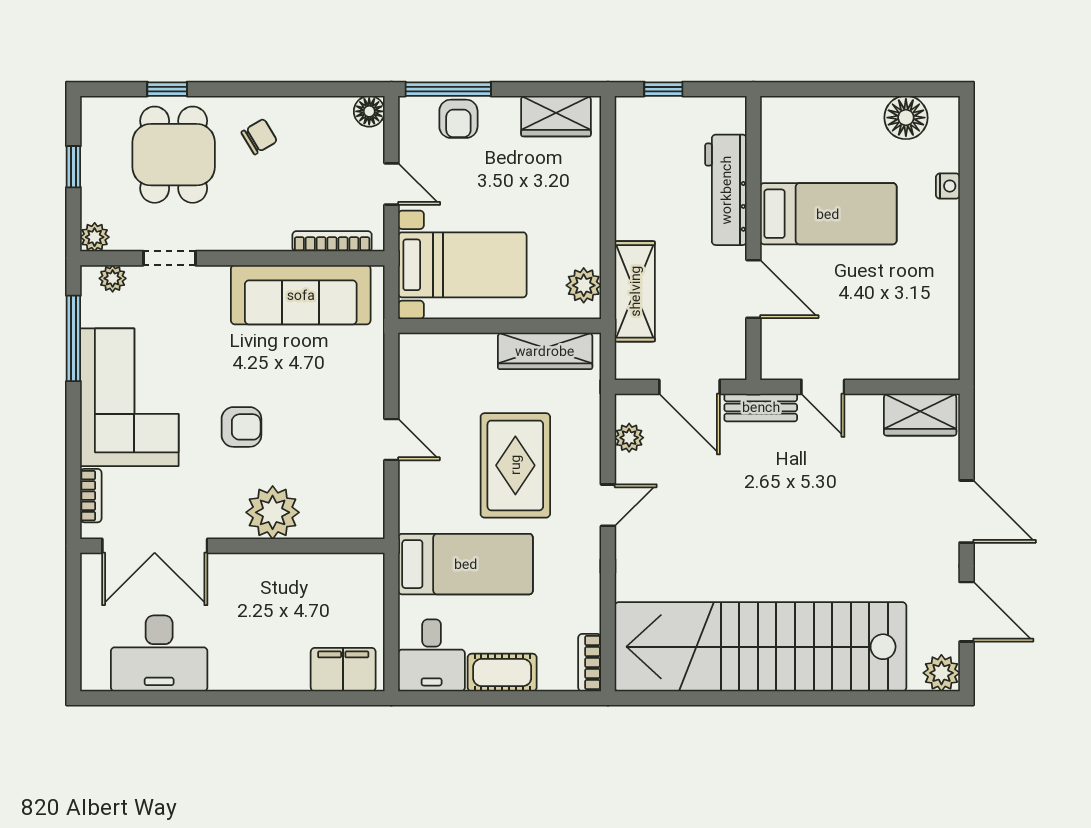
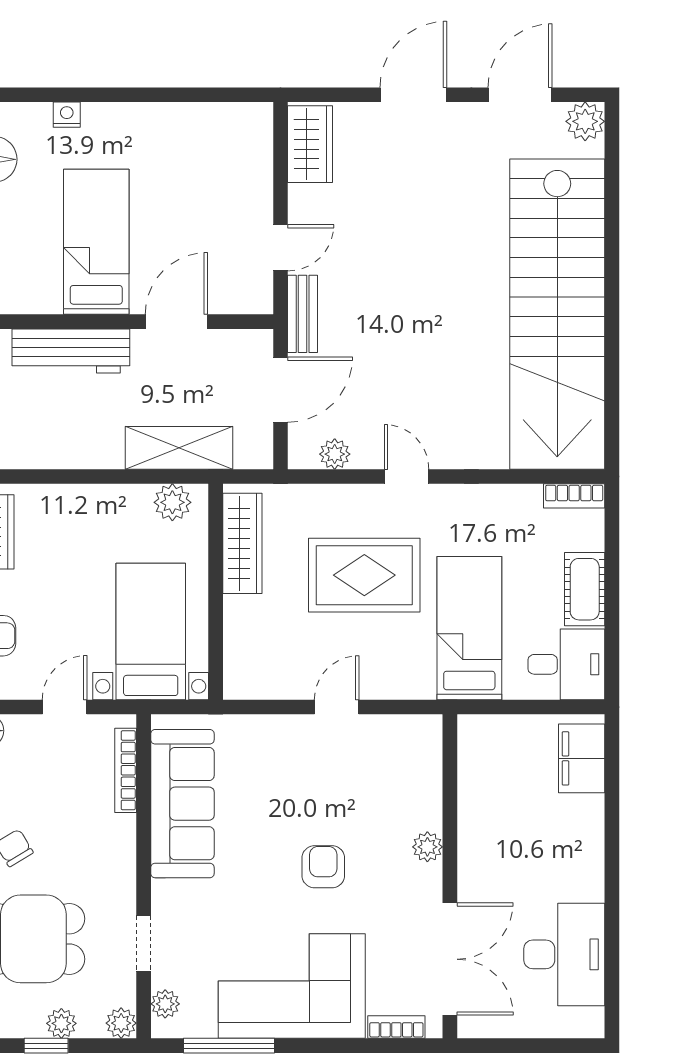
plant: (94, 181) -> (61, 1023), added
plant: (273, 512) -> (427, 847), width x0.53, depth x0.53

